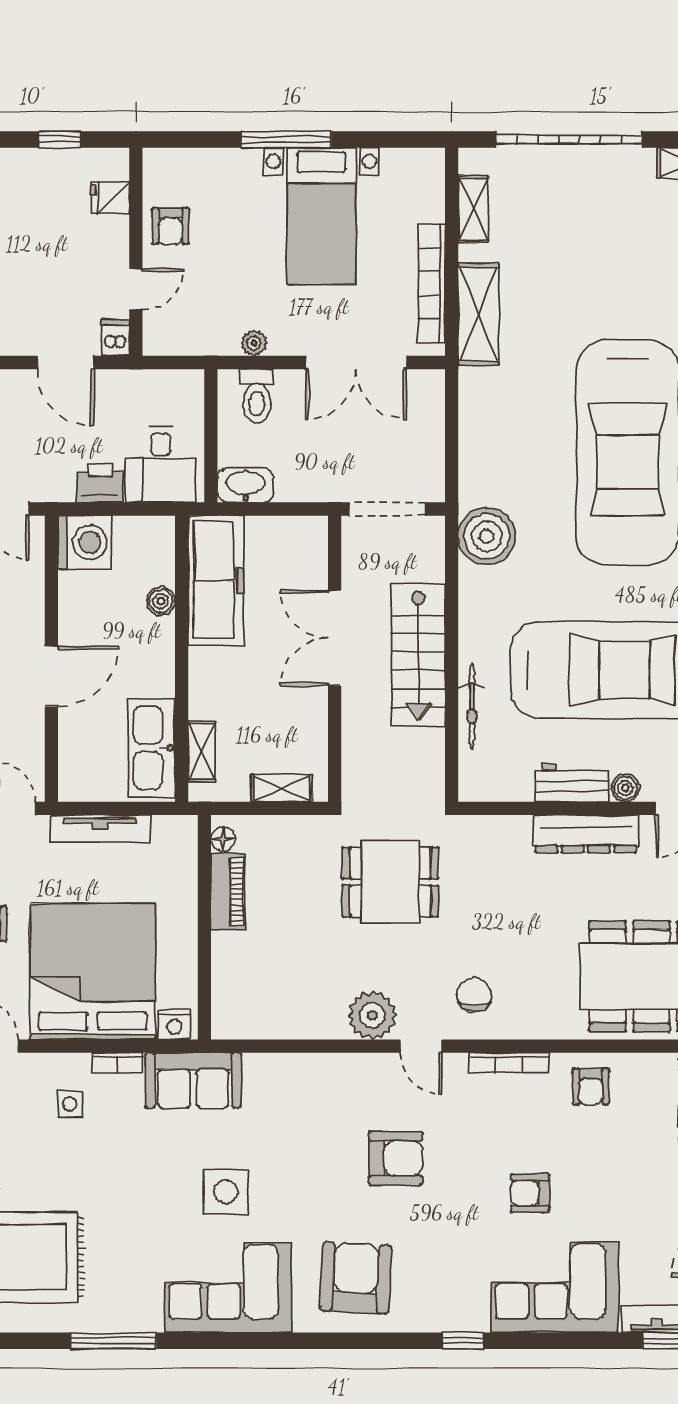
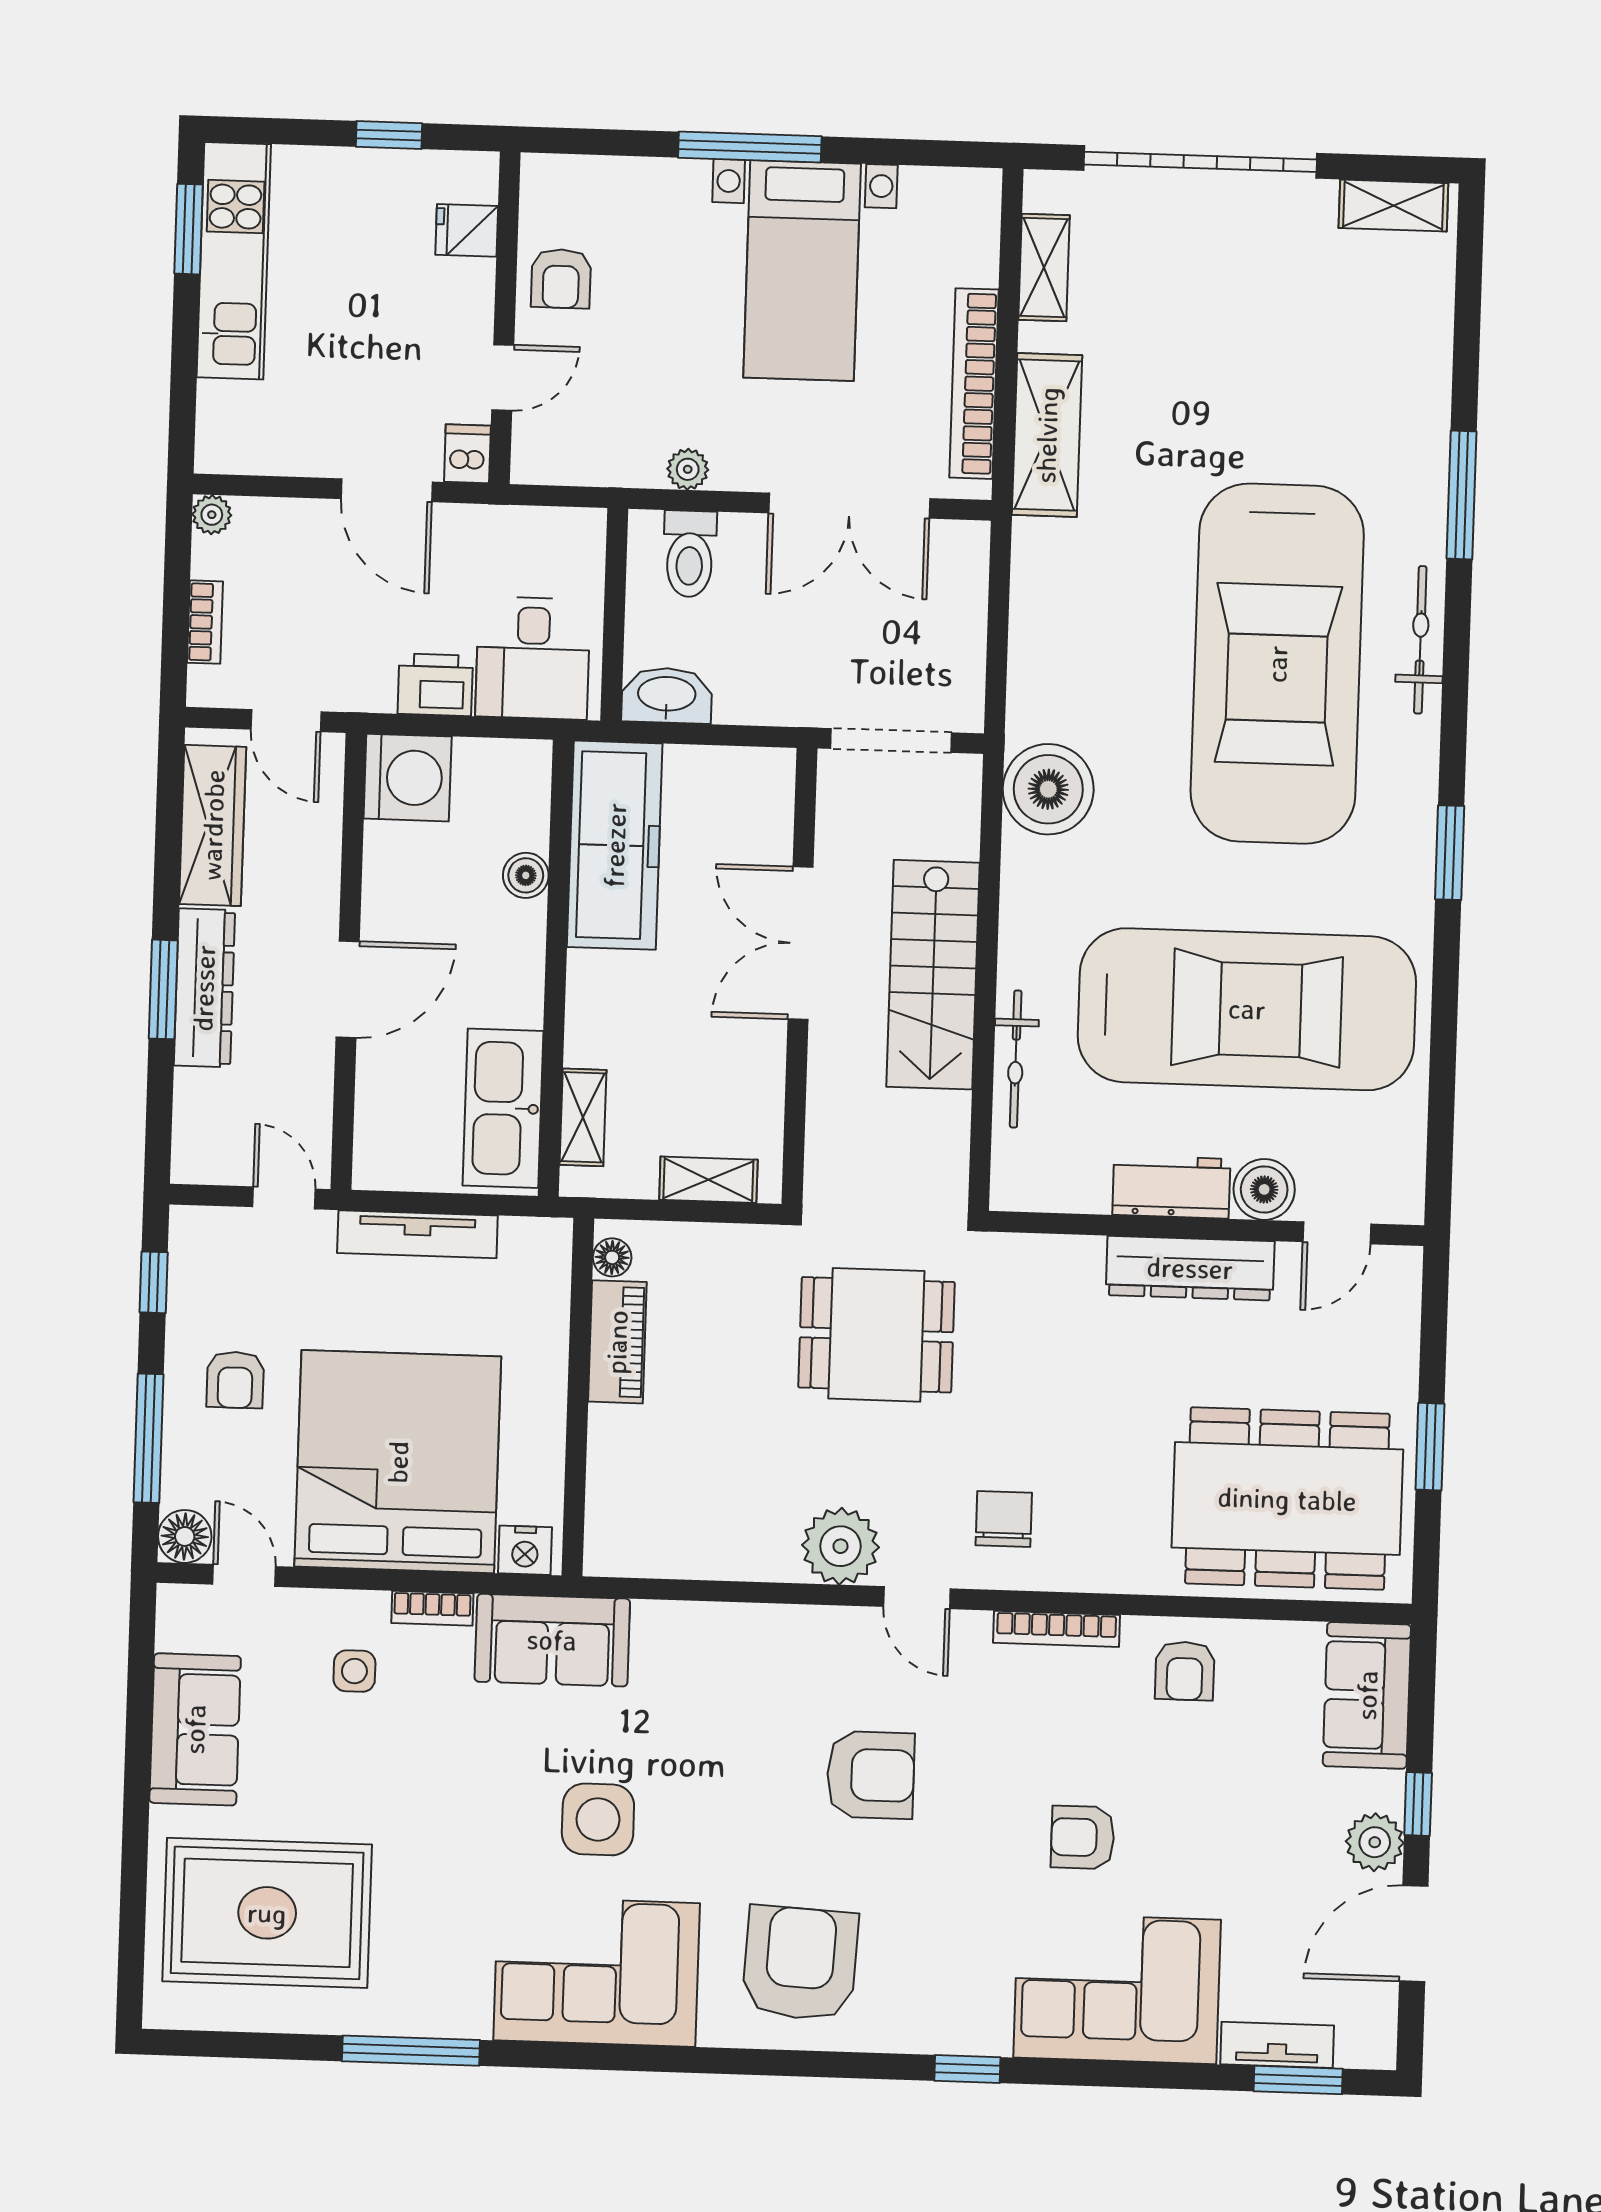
boiler: (625, 788) -> (1264, 1189), width x1.36, depth x1.36

